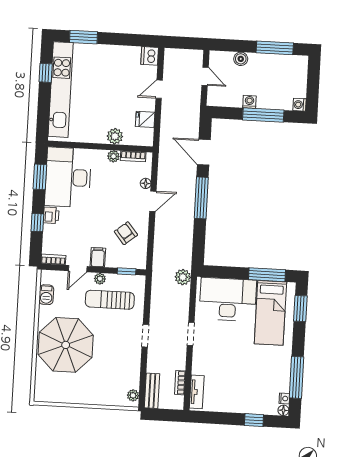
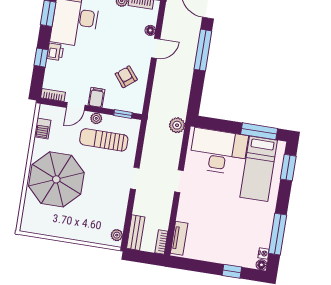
bookcase: (180, 383) -> (161, 242), moved

